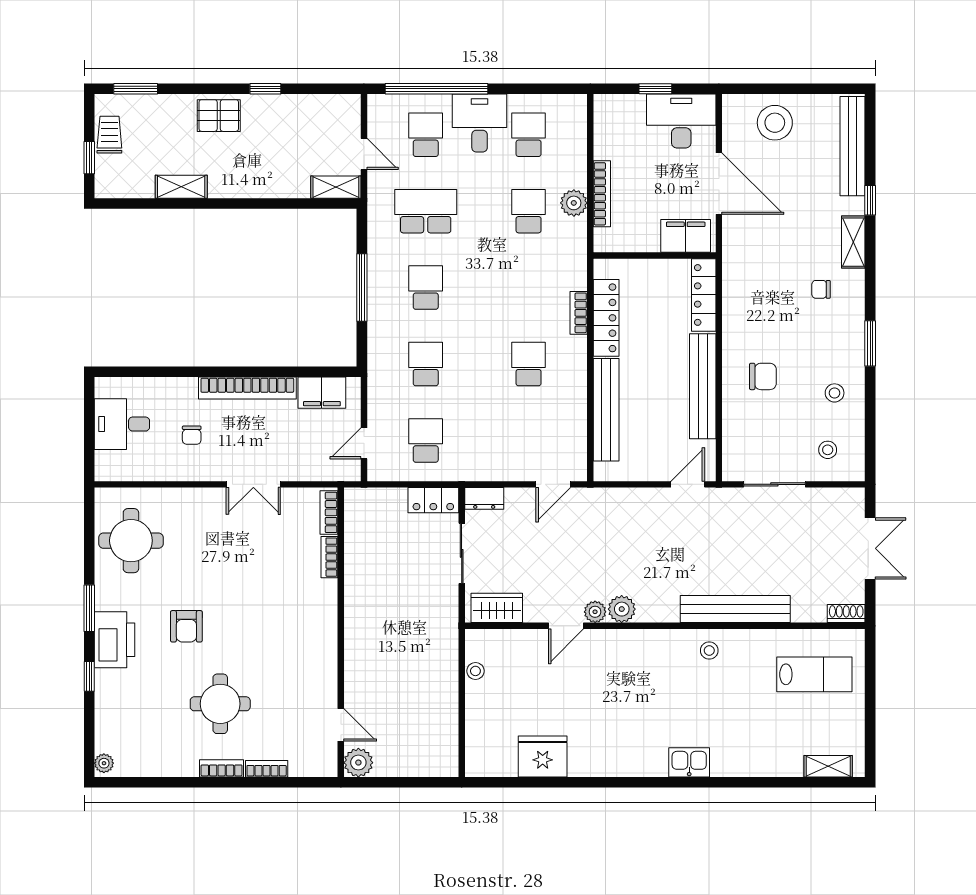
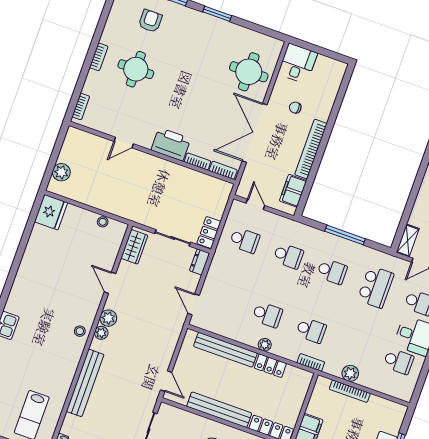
school desk: (529, 211) -> (311, 330), moved
bookcase: (579, 313) -> (311, 362), moved
locker: (606, 318) -> (270, 366), width x0.66
plant: (577, 352) -> (265, 345), added
desk: (122, 424) -> (298, 64), moved
double door: (253, 484) -> (255, 133), width x1.87
round table: (131, 541) -> (249, 72), moved
plant: (595, 612) -> (101, 333), moved
armchair: (186, 626) -> (150, 21), moved, turned 90
printer: (115, 640) -> (171, 144), moved, turned 180
stool: (709, 650) -> (80, 331), moved
door: (341, 725) -> (124, 143), moved
fridge: (543, 756) -> (51, 212), moved
plant: (358, 763) -> (61, 172), moved
bookcase: (267, 769) -> (81, 107), moved

